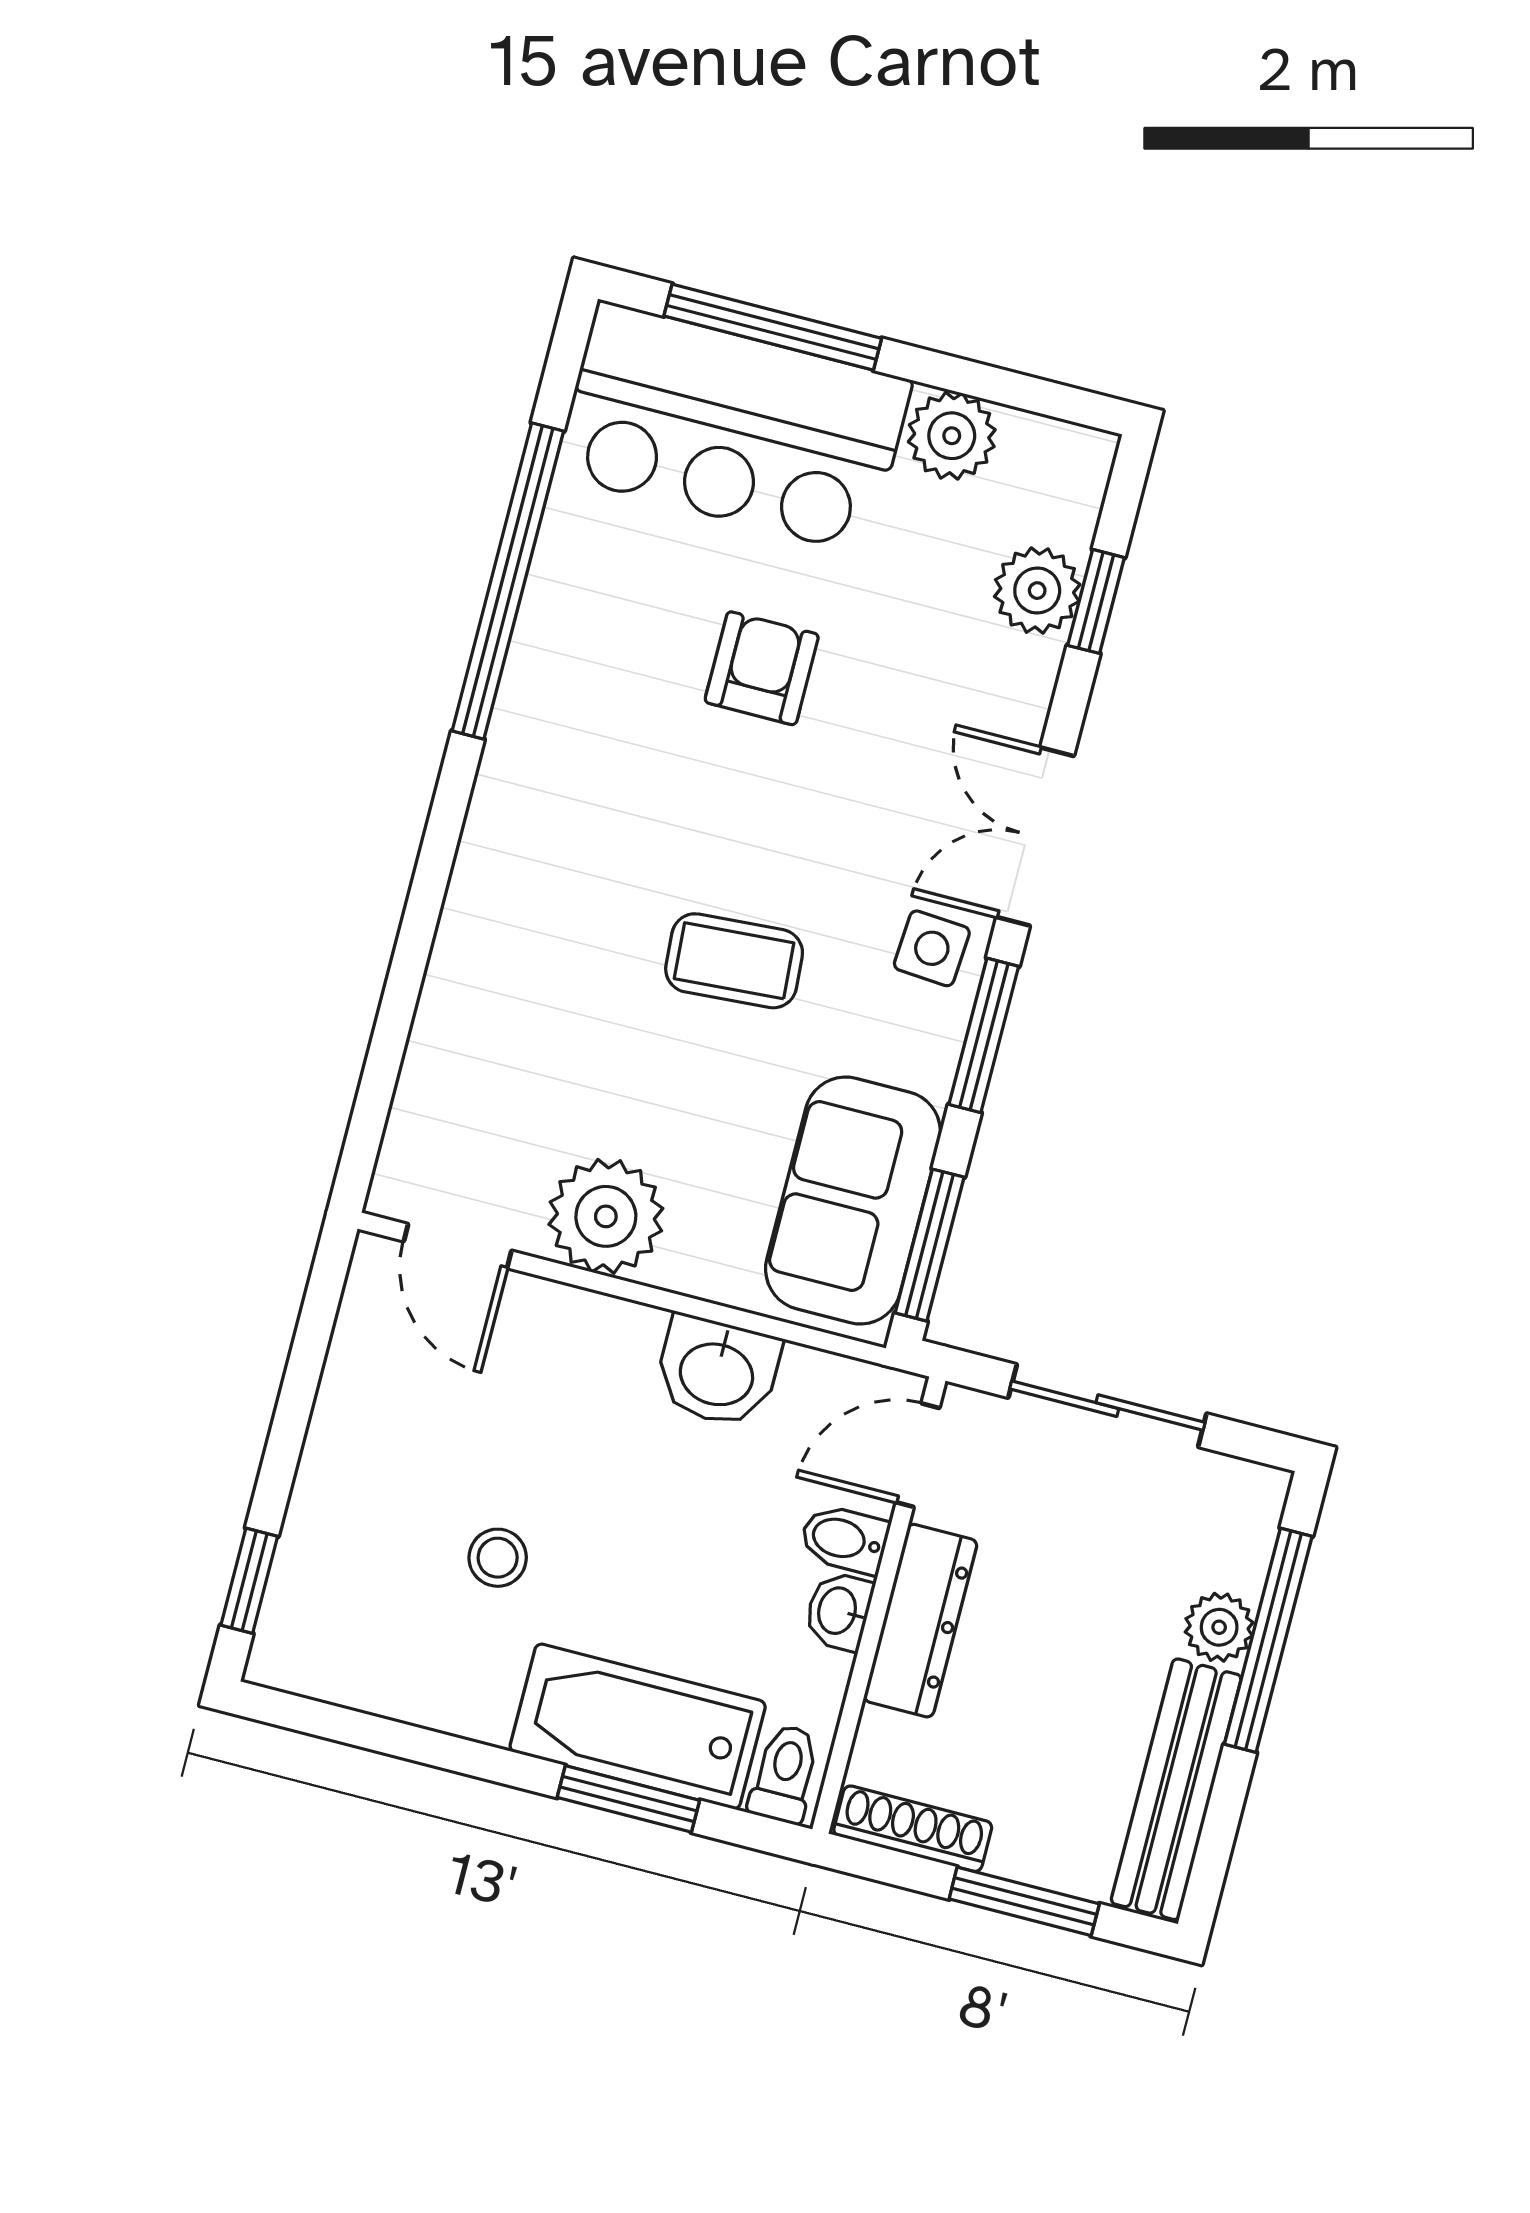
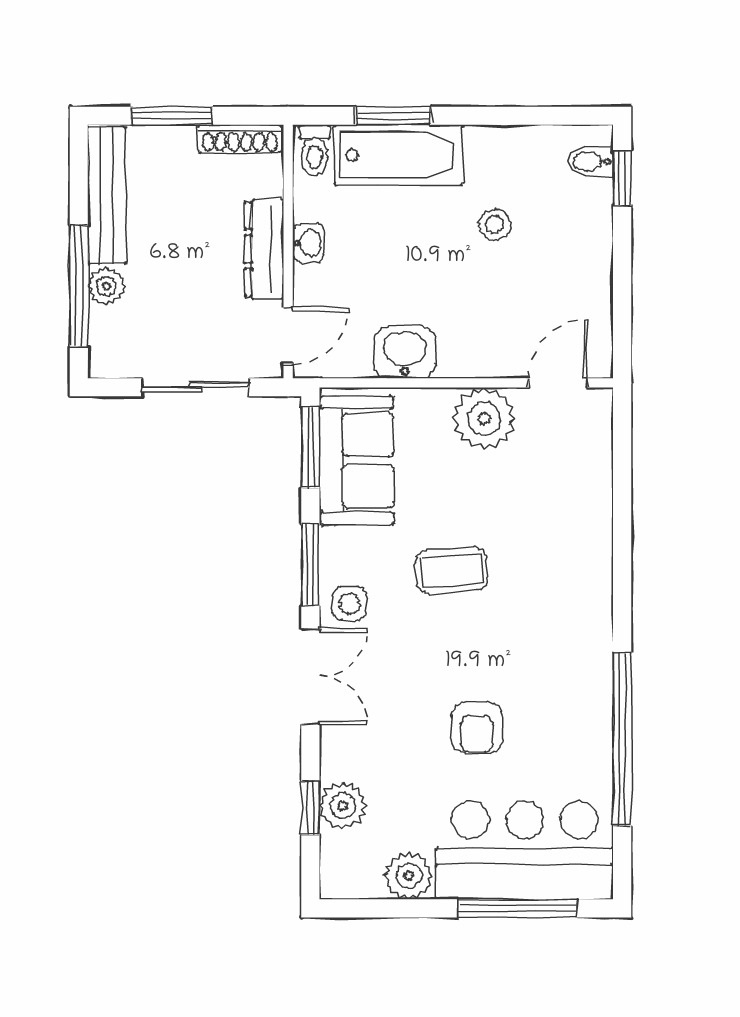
door: (458, 1246) -> (558, 383), hinge flipped
bidet: (844, 1539) -> (591, 162), moved, turned 180

